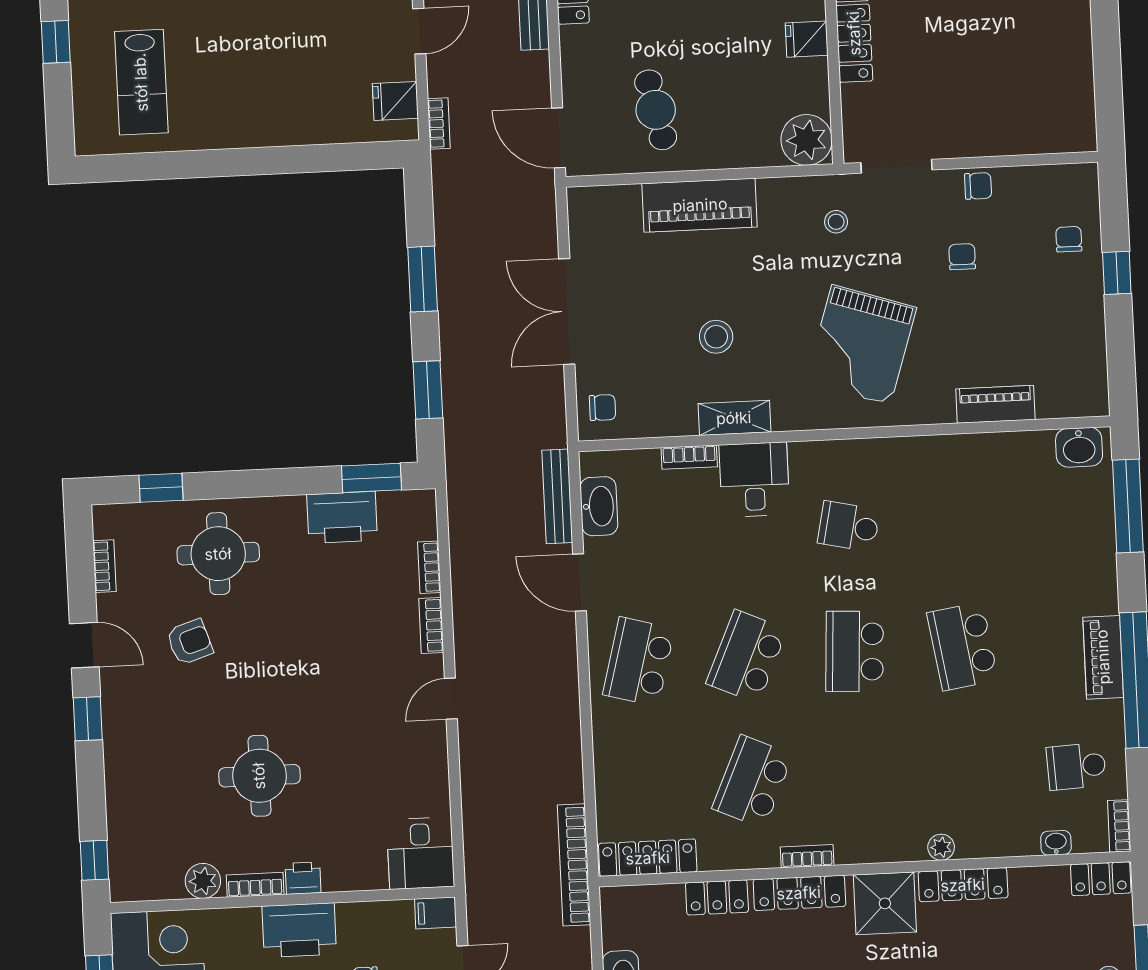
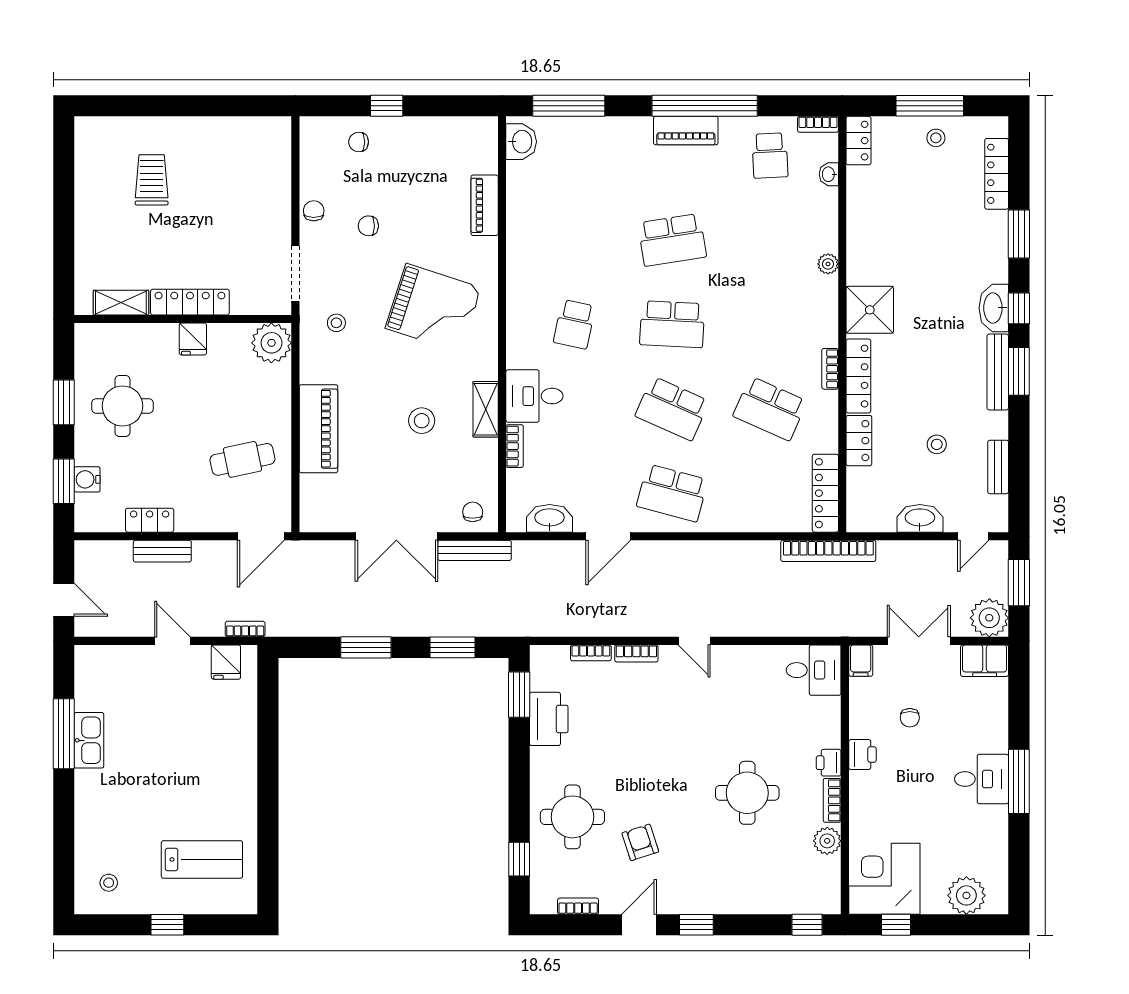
bench: (557, 496) -> (475, 550), moved
locker: (963, 885) -> (858, 248), removed
printer: (299, 930) -> (862, 754), width x0.53, depth x0.68

